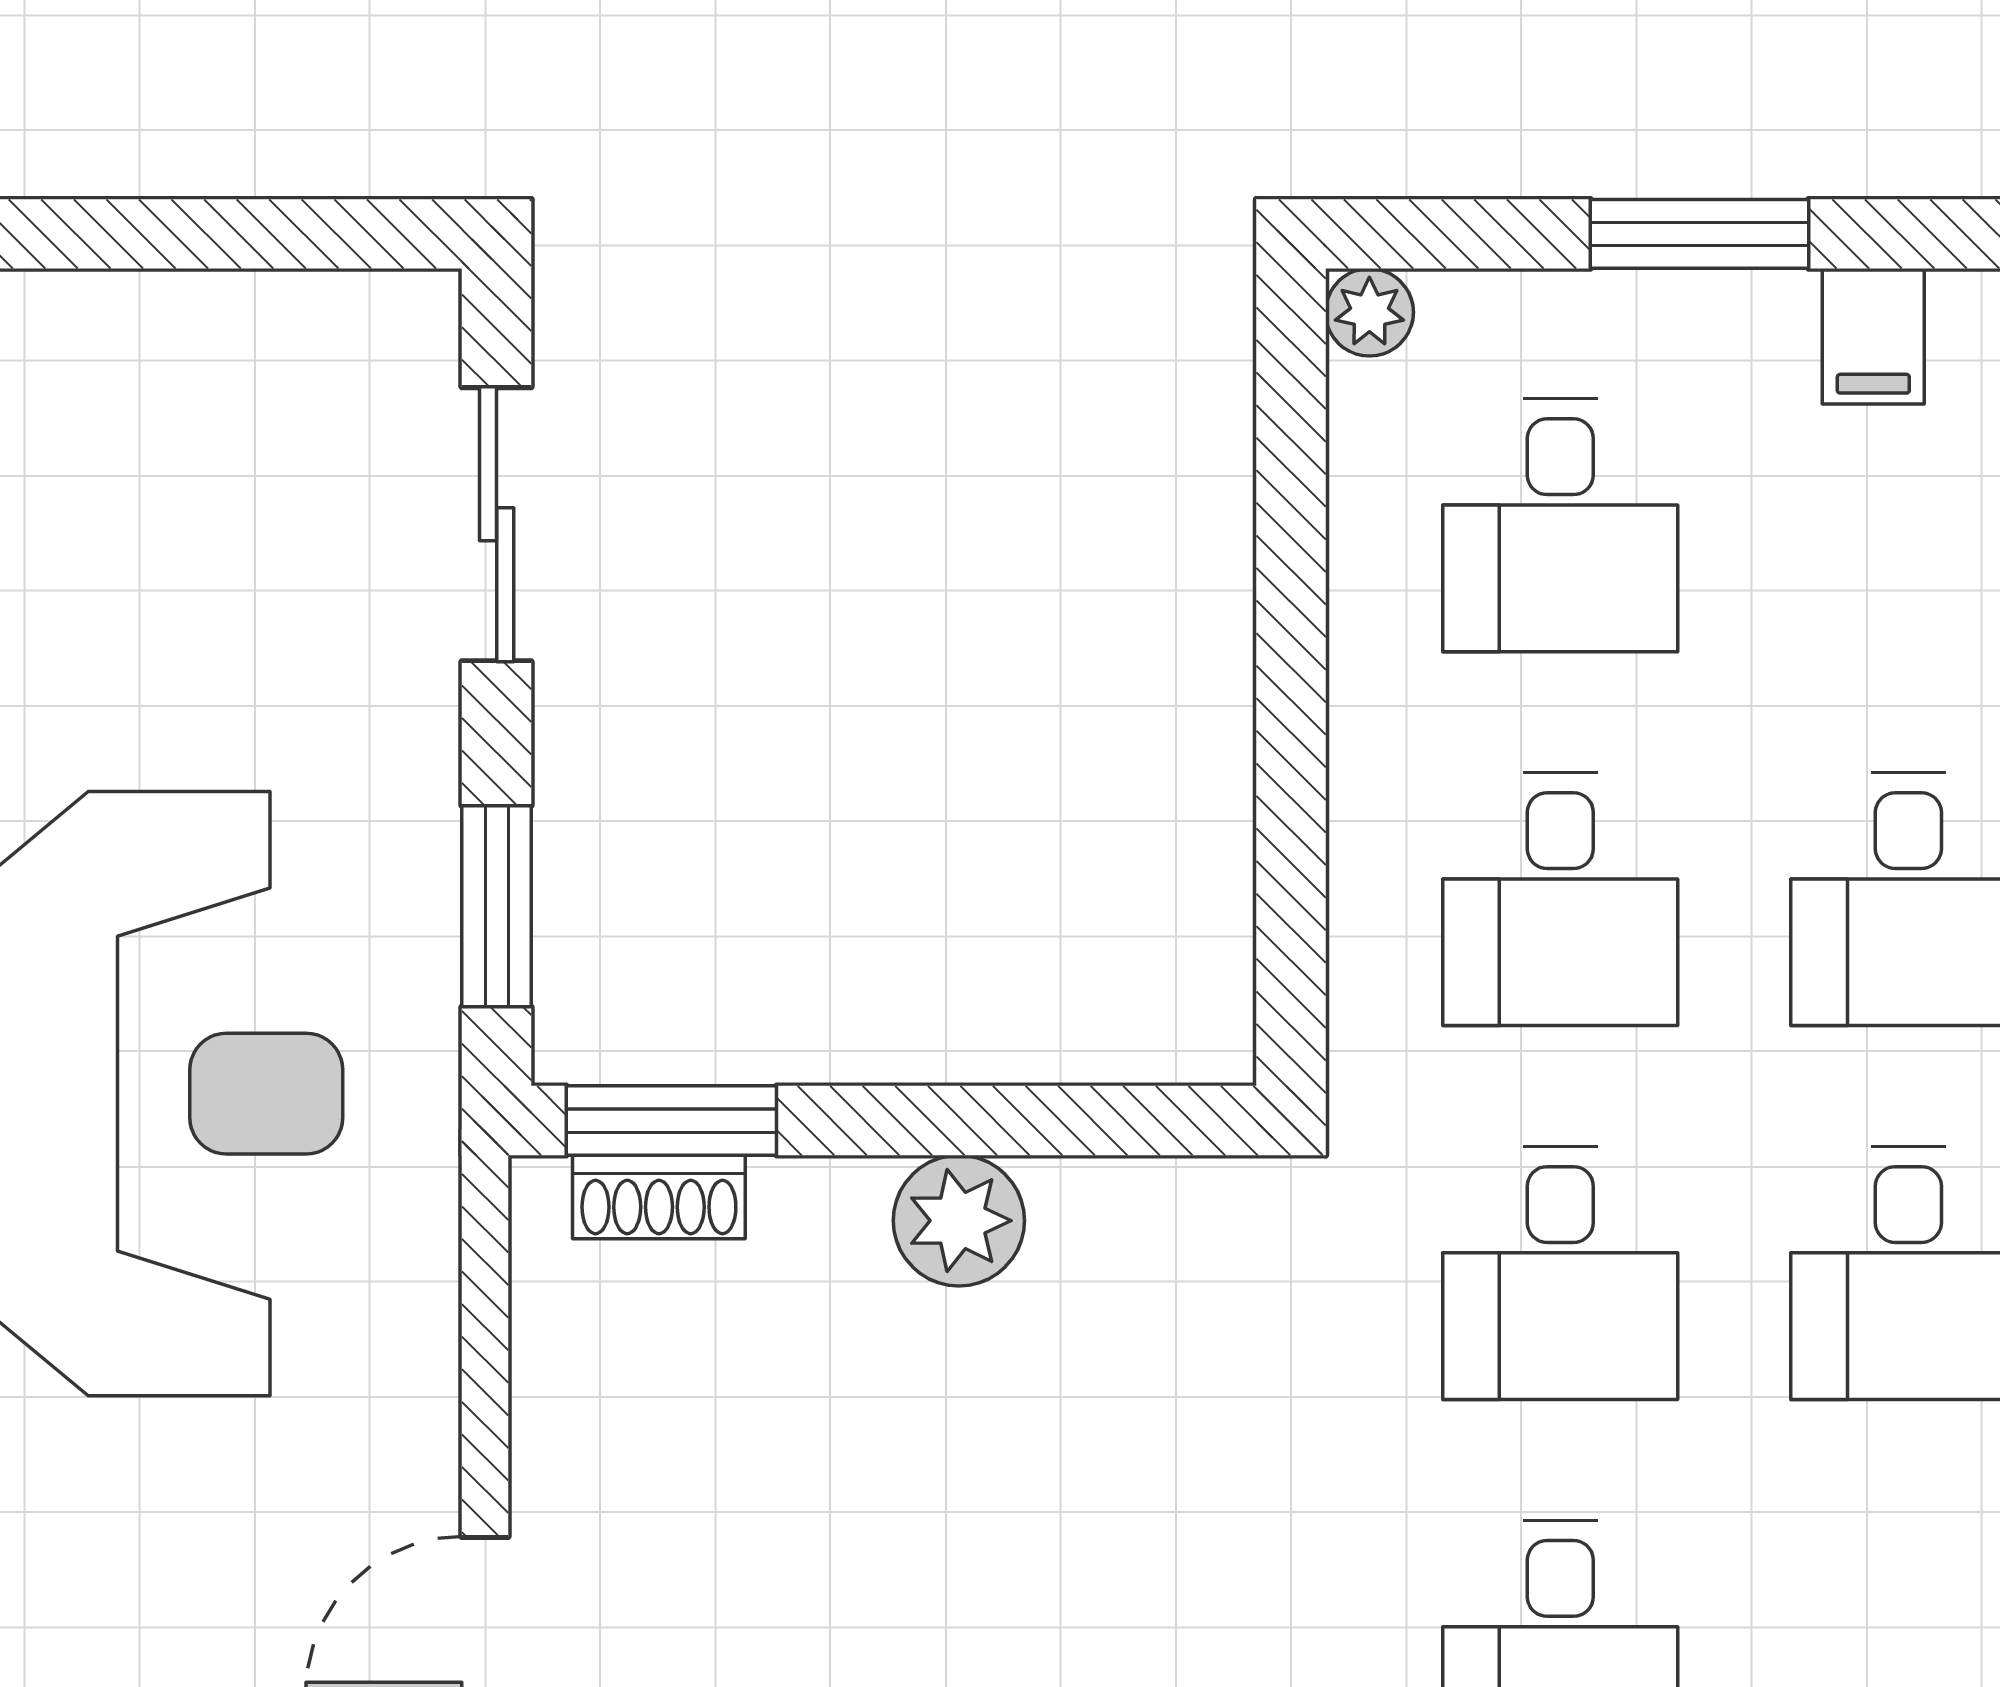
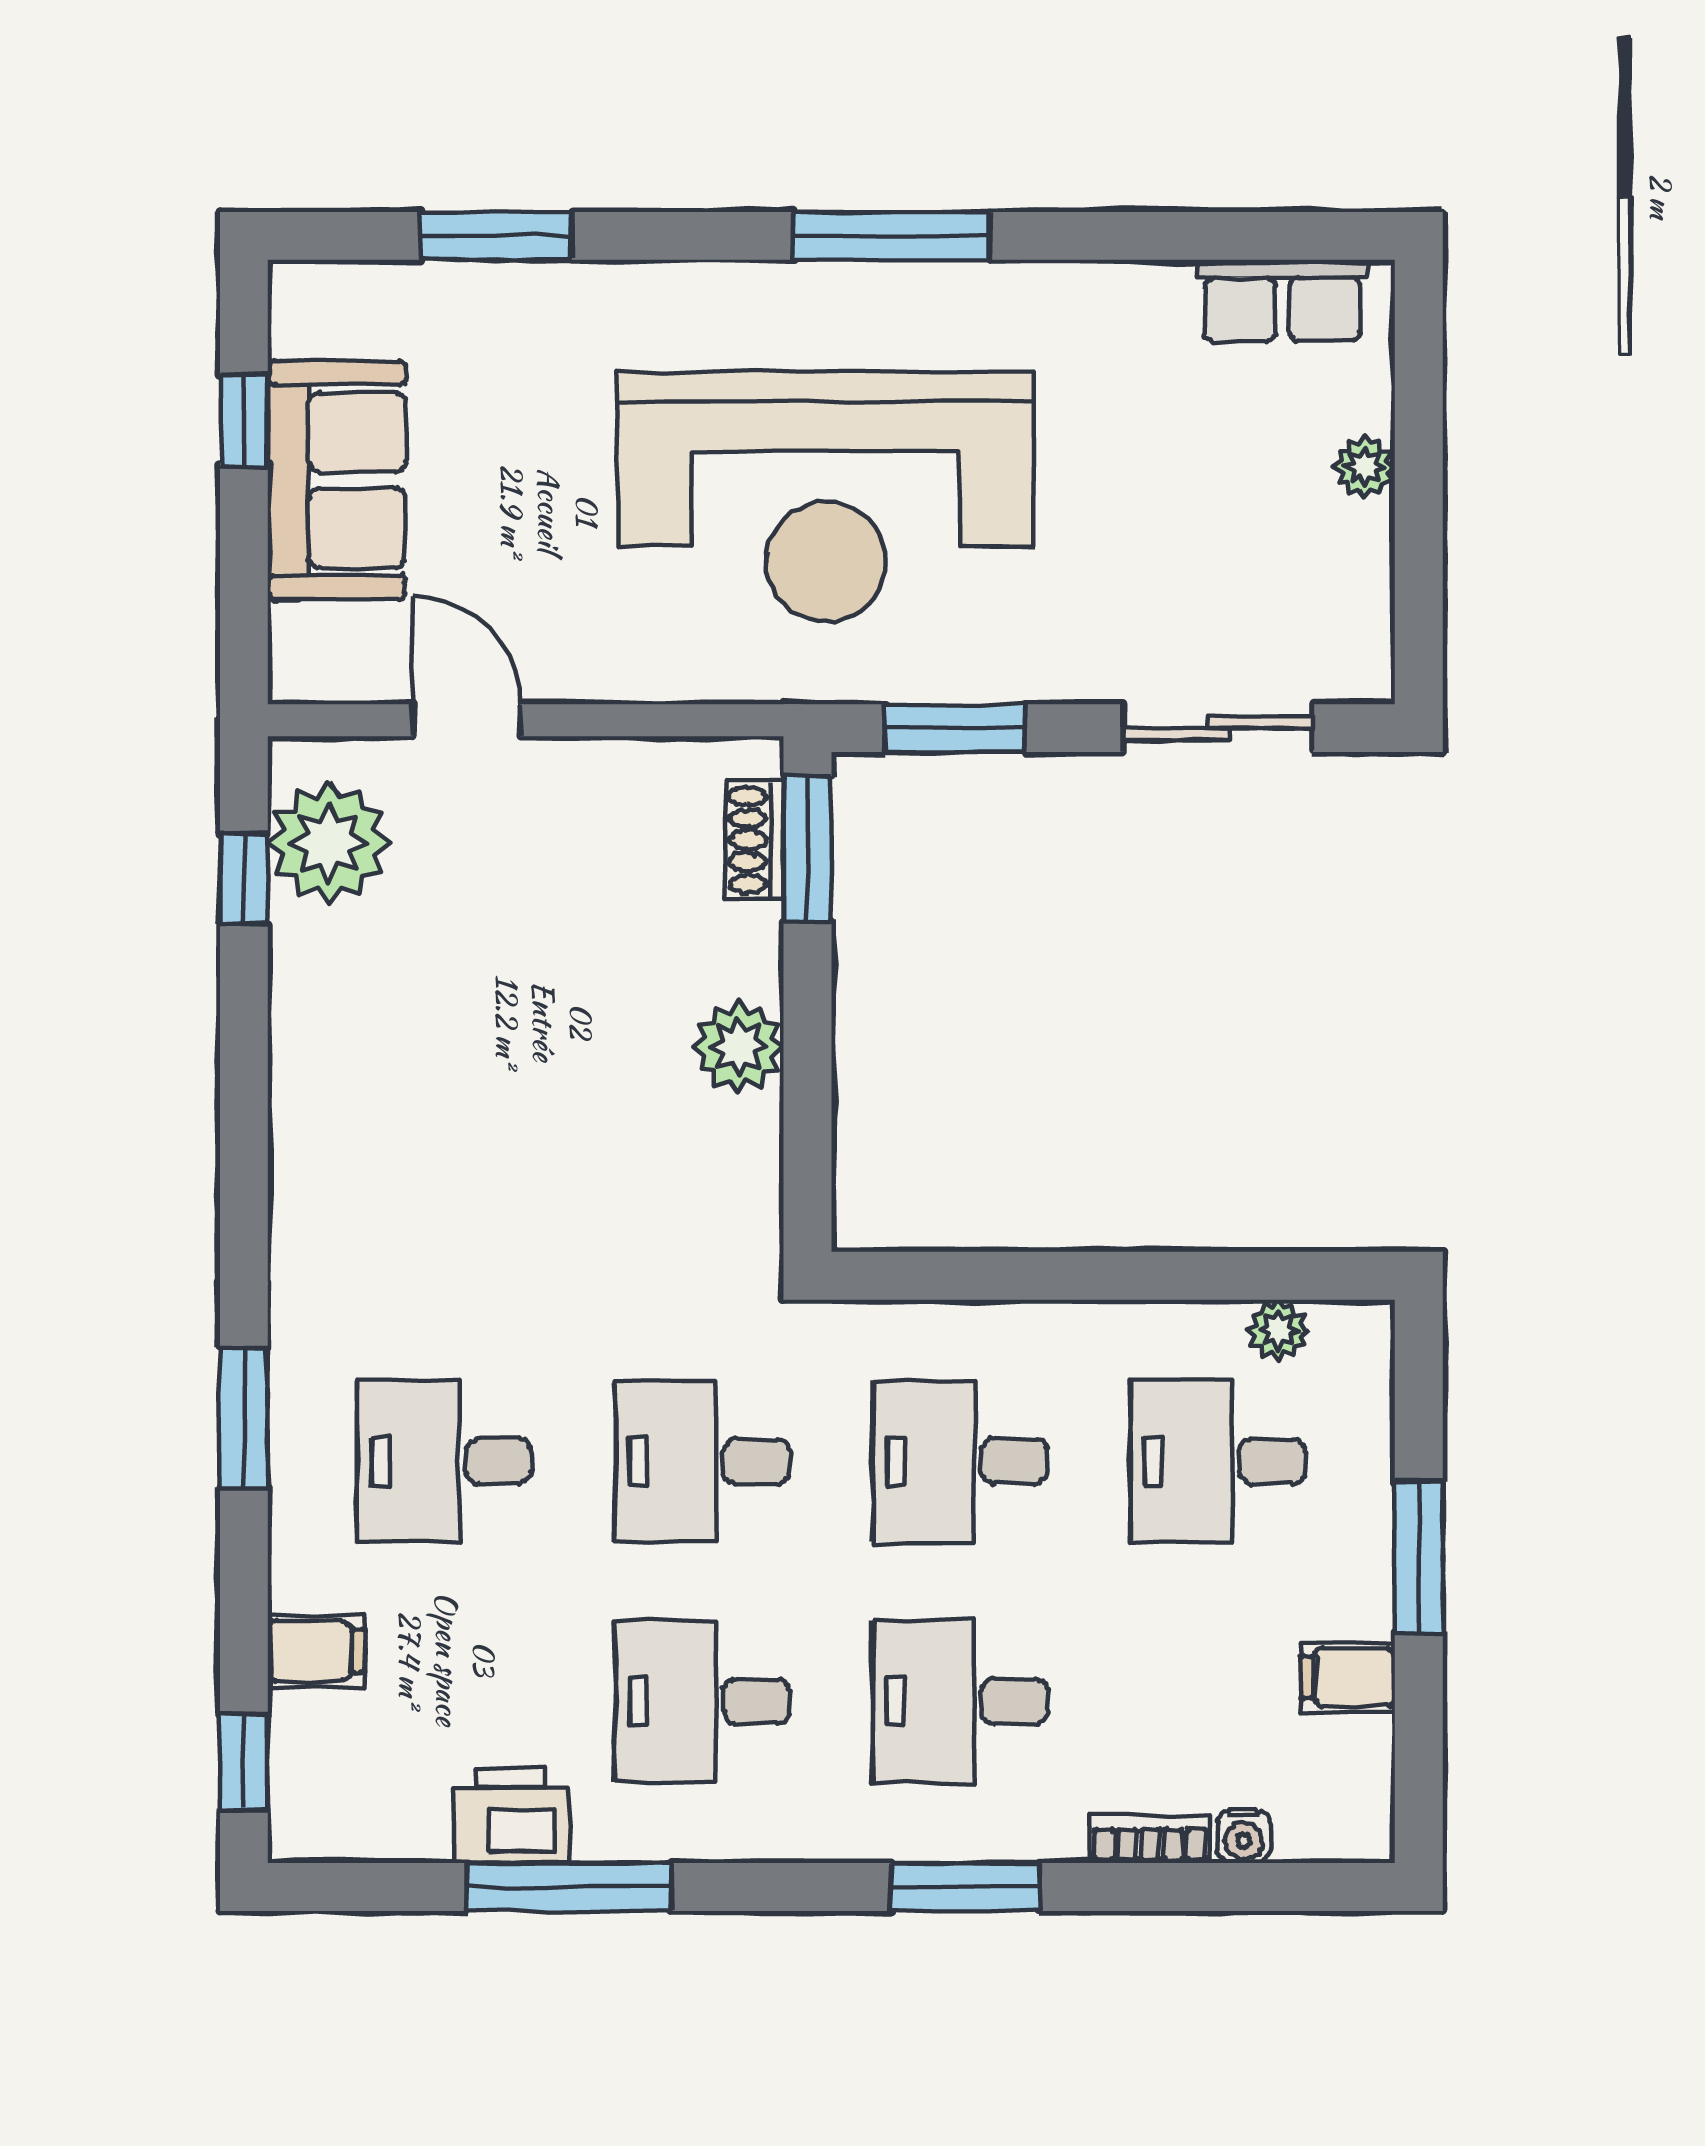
plant: (1369, 312) -> (1278, 1330), moved
plant: (118, 313) -> (1364, 467), added

